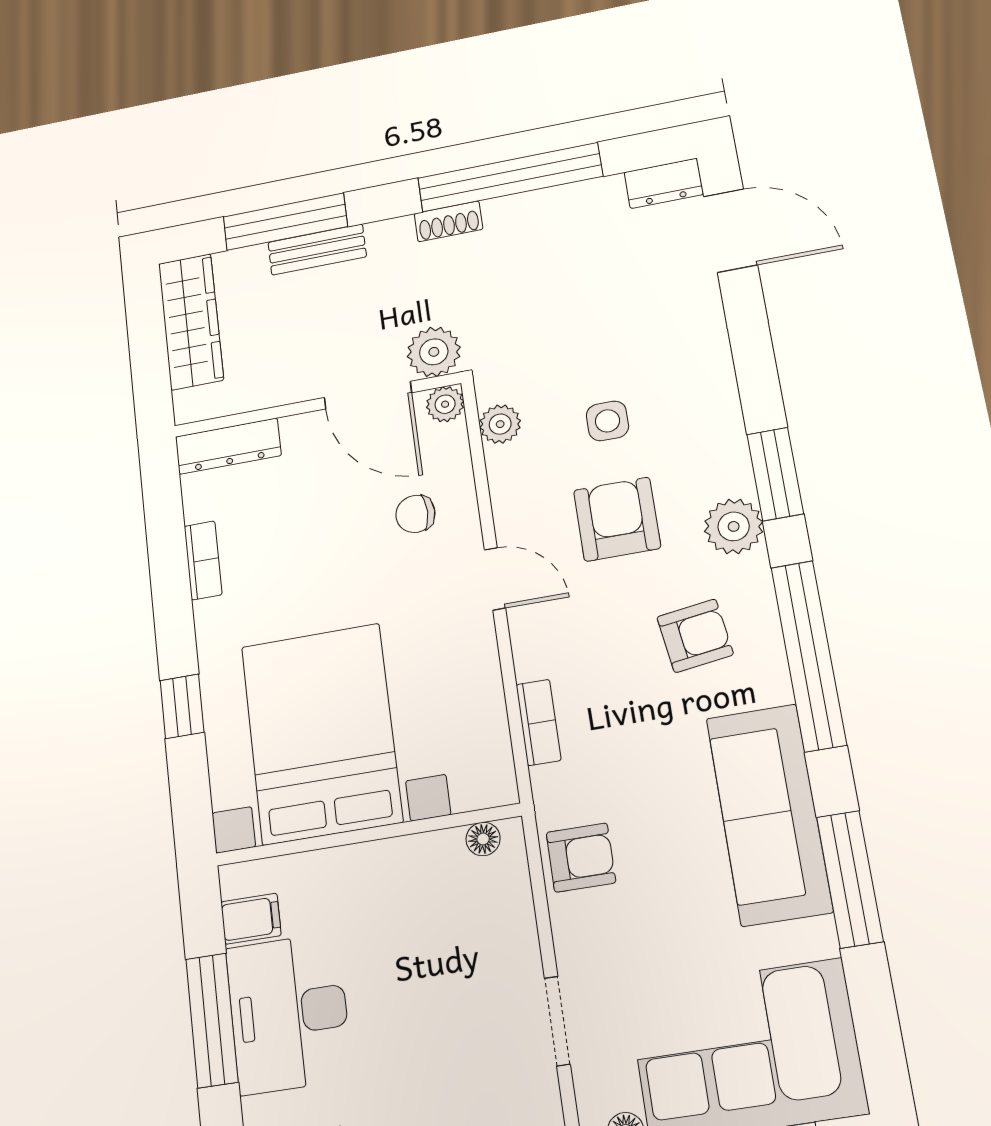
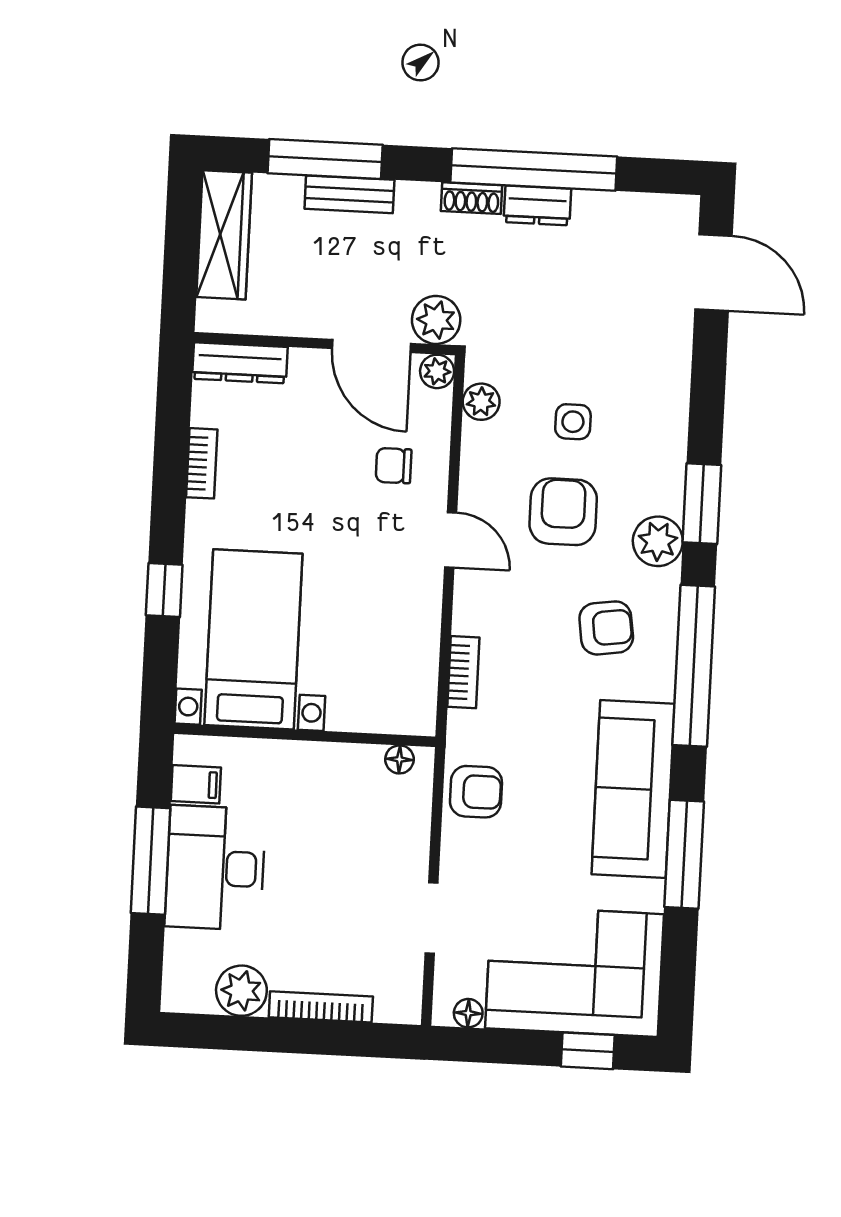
dresser: (664, 183) -> (537, 205), moved
bed with nightstands: (321, 733) -> (253, 639), width x0.73

